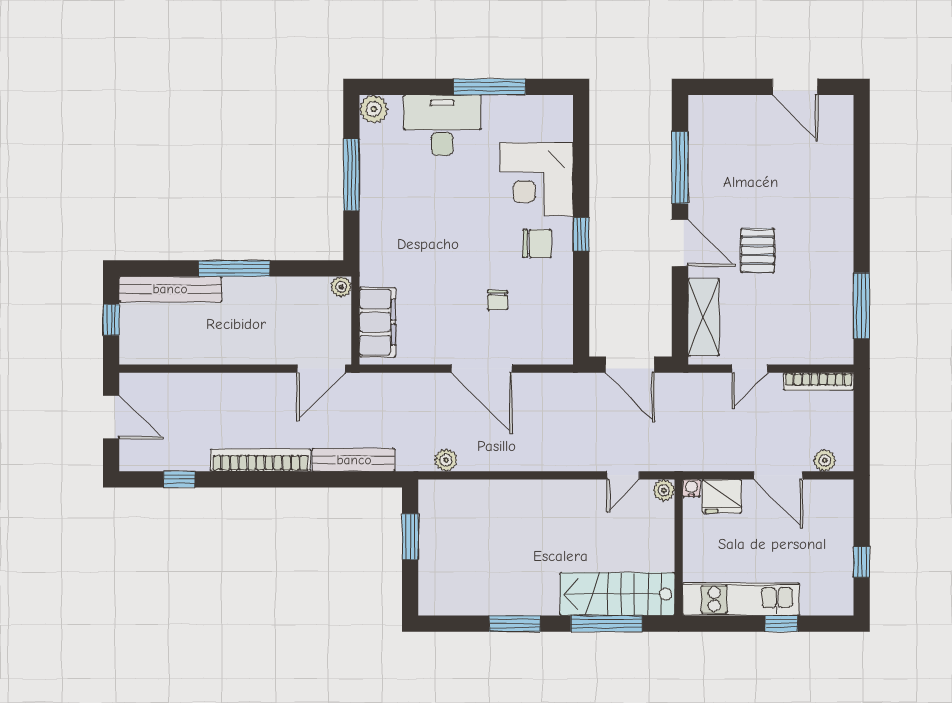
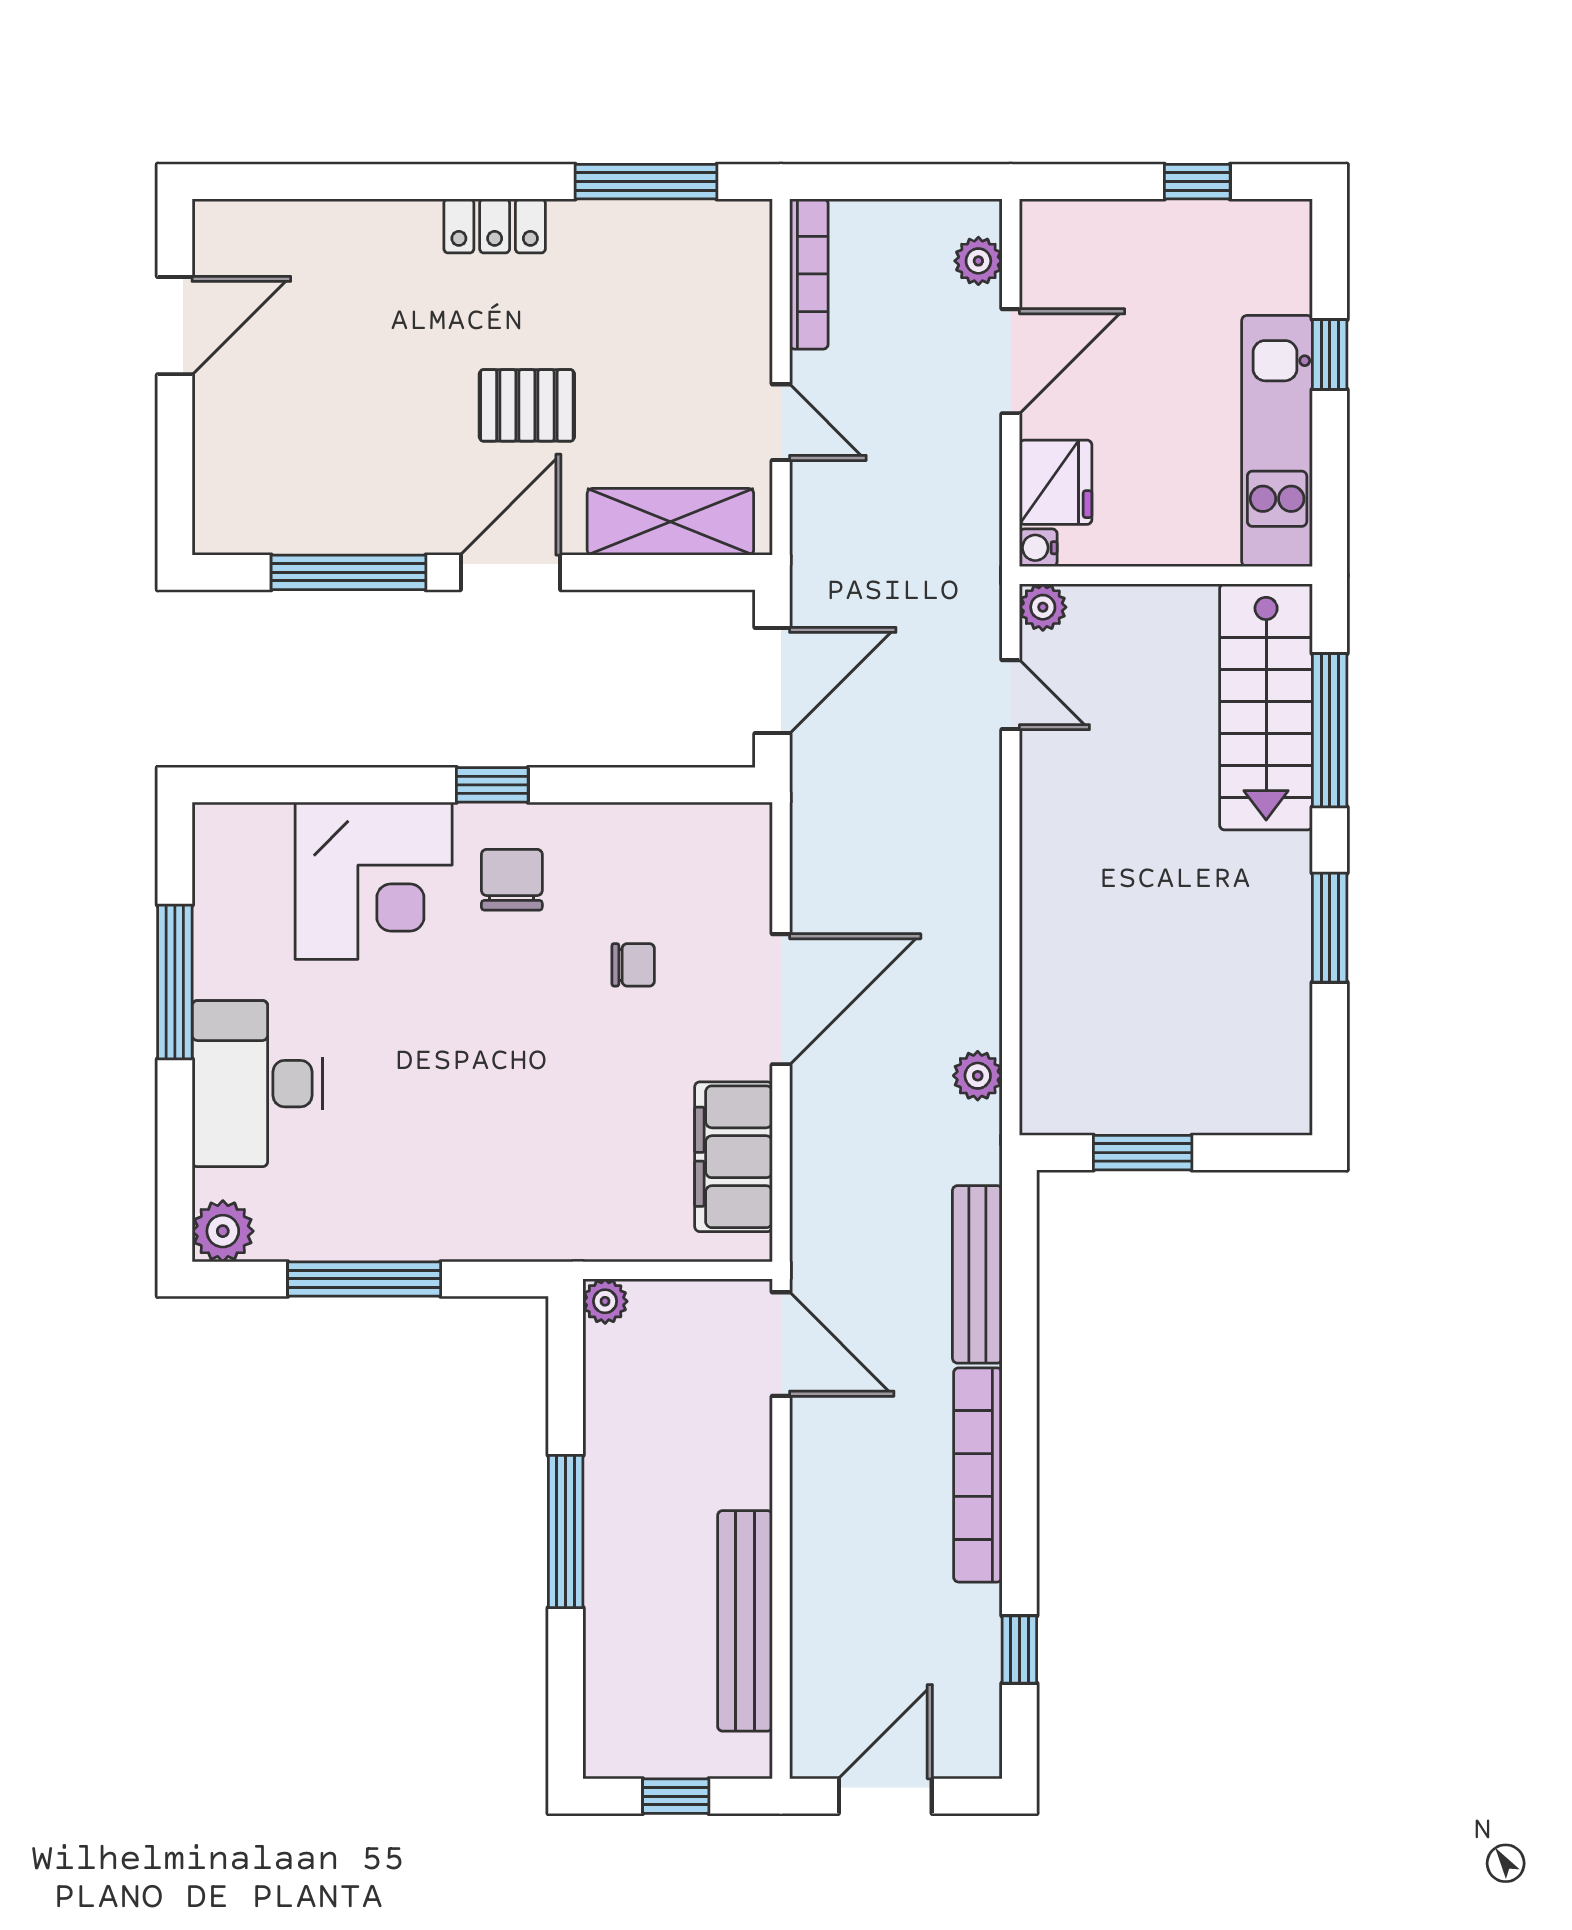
locker: (841, 235) -> (495, 226), added
bench: (170, 289) -> (745, 1621), moved
filing cabinet: (378, 322) -> (734, 1157), moved, turned -90

